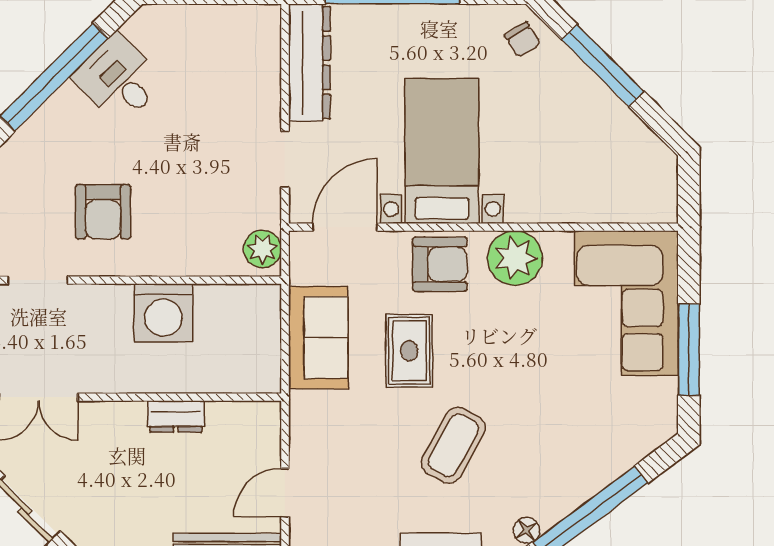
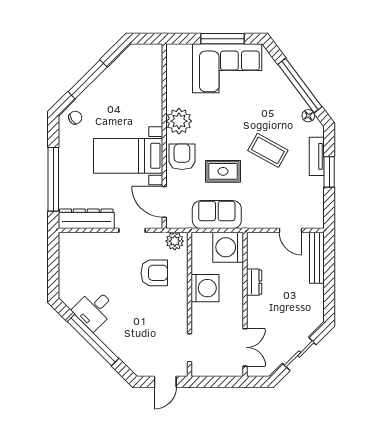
armchair: (103, 212) -> (154, 273), moved
corner sofa: (626, 303) -> (227, 68), moved
washing machine: (249, 362) -> (228, 247), added

